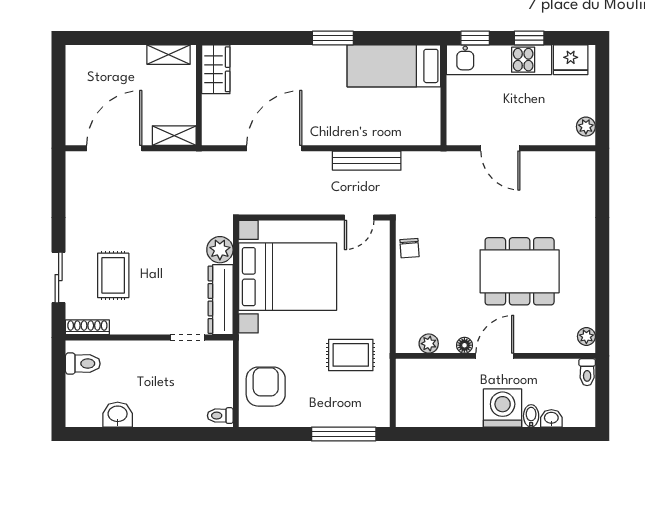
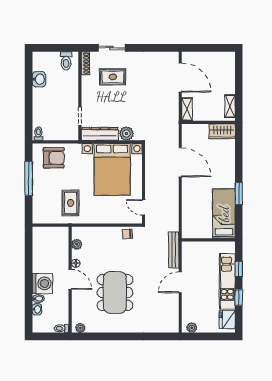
bed: (394, 66) -> (224, 214), moved
wall: (444, 95) -> (208, 240), moved
bench: (367, 161) -> (174, 250), moved
window: (344, 434) -> (29, 178), moved

